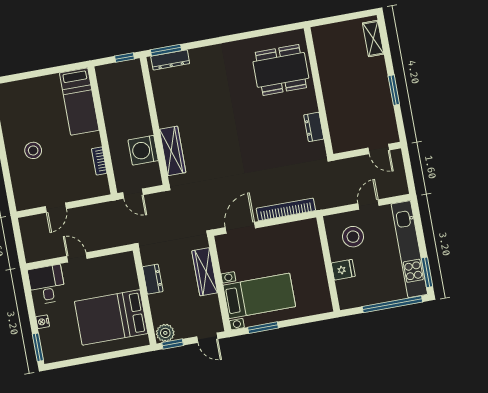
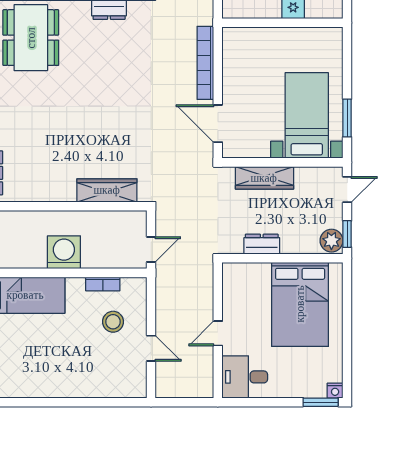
stool: (33, 150) -> (113, 322), moved
washing machine: (143, 150) -> (64, 252), moved, turned 180
nightstand: (43, 322) -> (335, 391), moved

